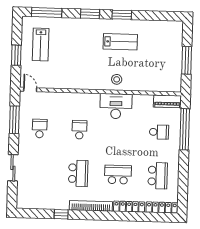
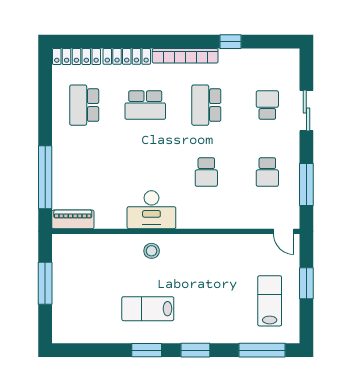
school desk: (159, 132) -> (267, 105), moved, turned 90

